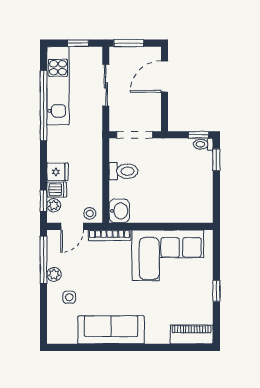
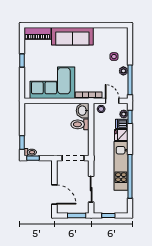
door: (165, 77) -> (54, 195), hinge flipped
kitchen unit: (58, 86) -> (121, 166), moved
toilet: (124, 171) -> (80, 124), moved
door: (72, 226) -> (112, 101), hinge flipped
sofa: (111, 330) -> (72, 36), moved

